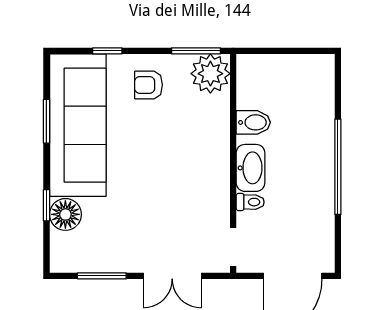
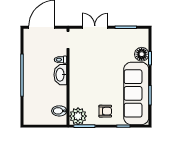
bidet: (253, 122) -> (59, 111), moved

